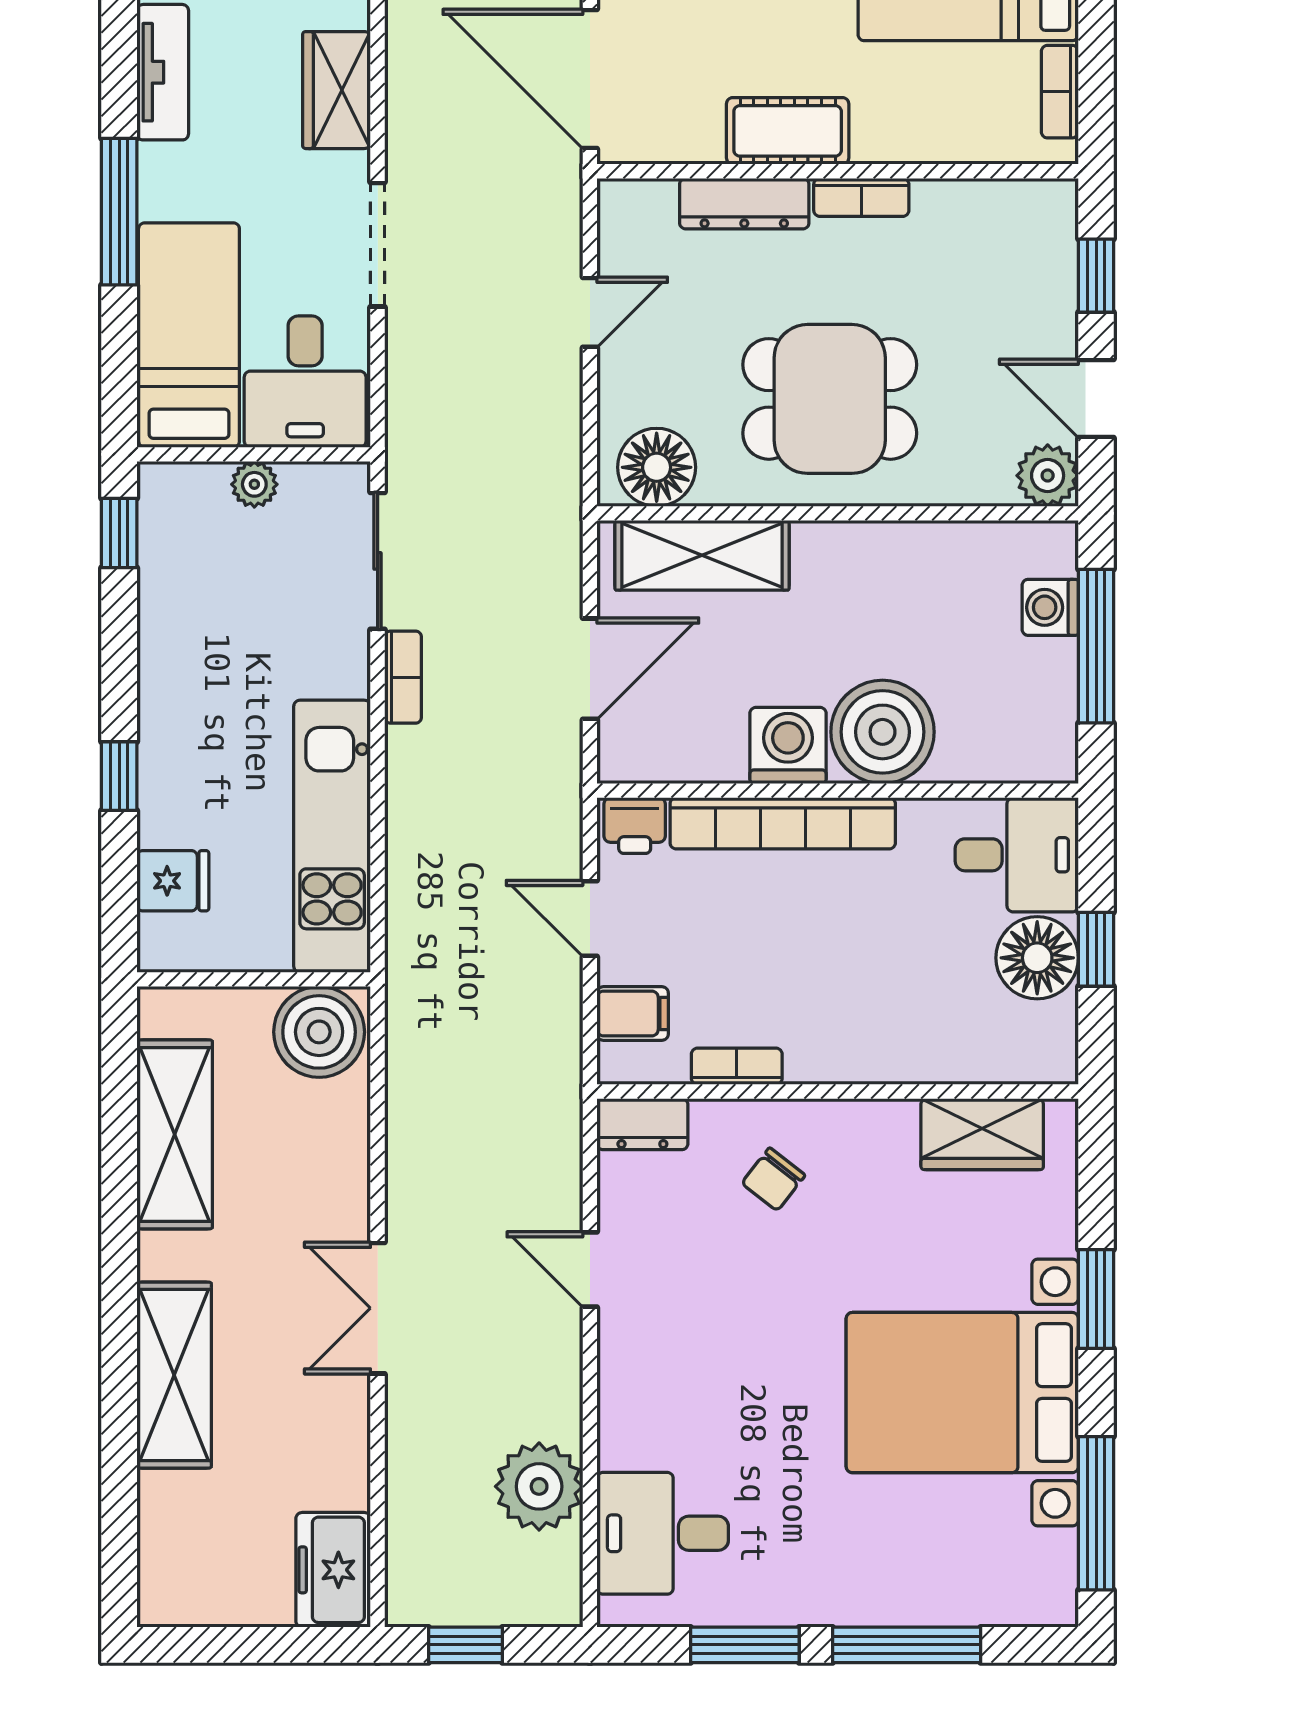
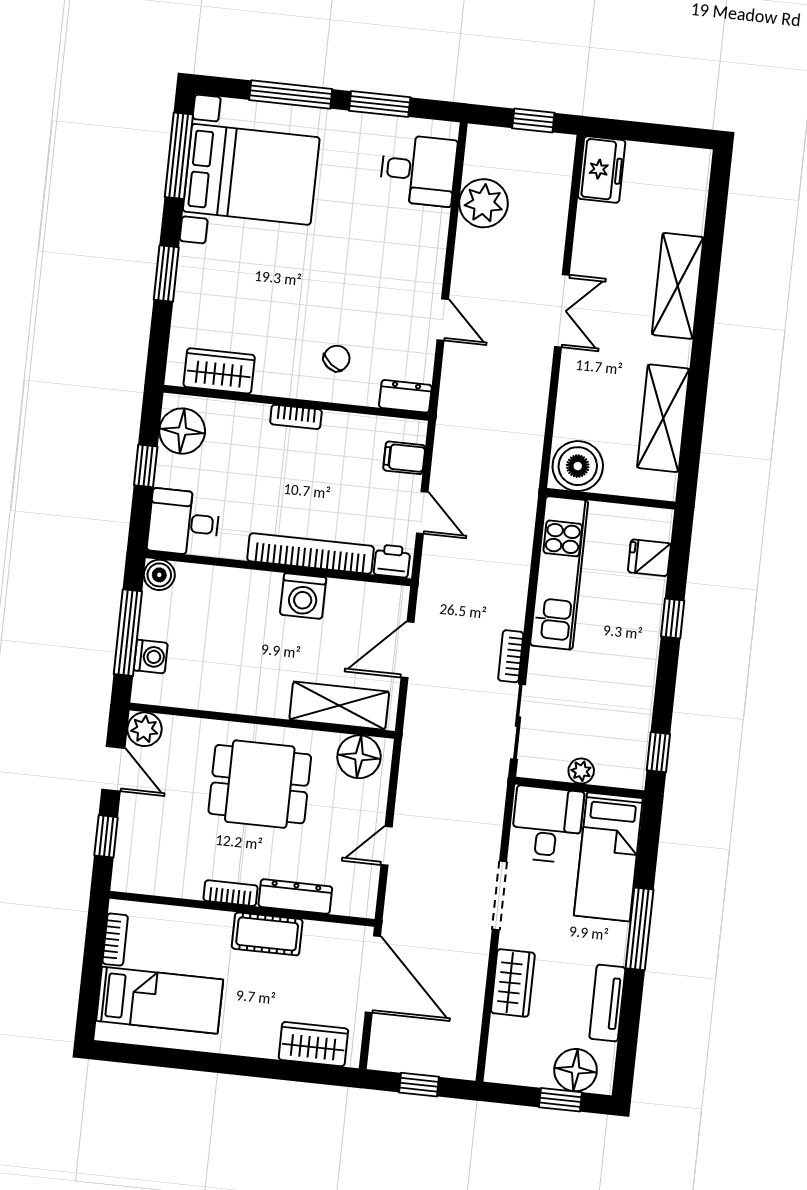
boiler: (883, 732) -> (159, 575), moved, width x0.54, depth x0.54
floor lamp: (1037, 958) -> (182, 431), moved
bookcase: (737, 1066) -> (296, 417), moved
bed with nightstands: (962, 1393) -> (251, 174), moved

